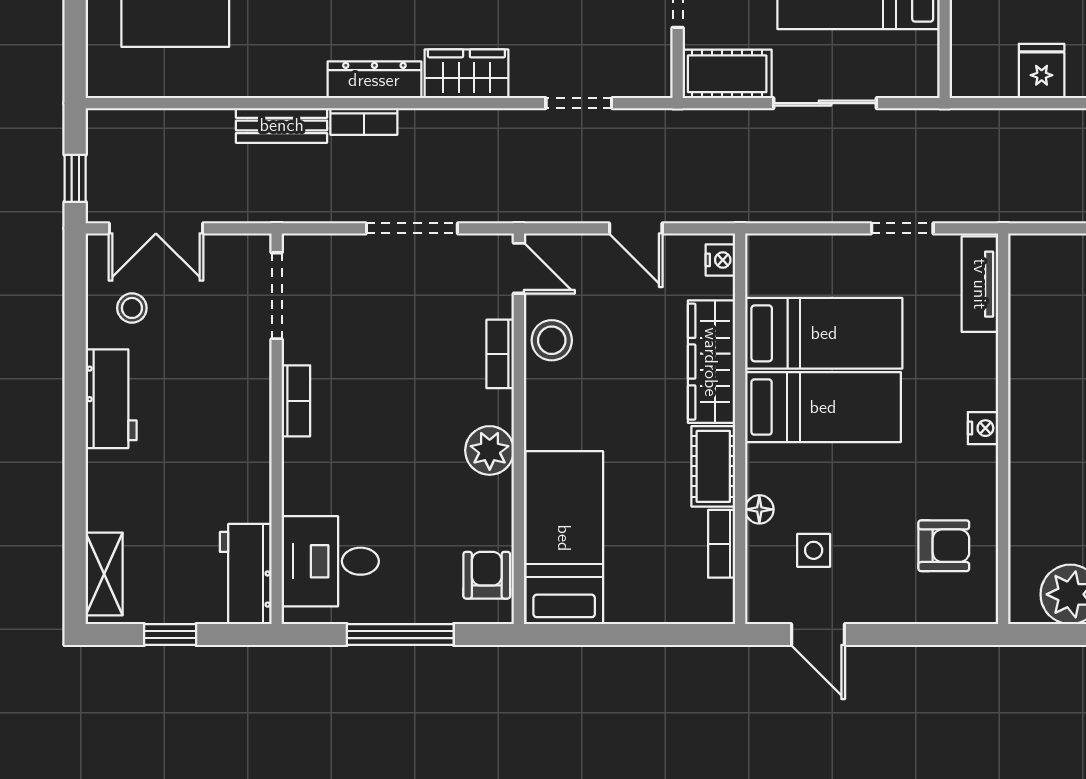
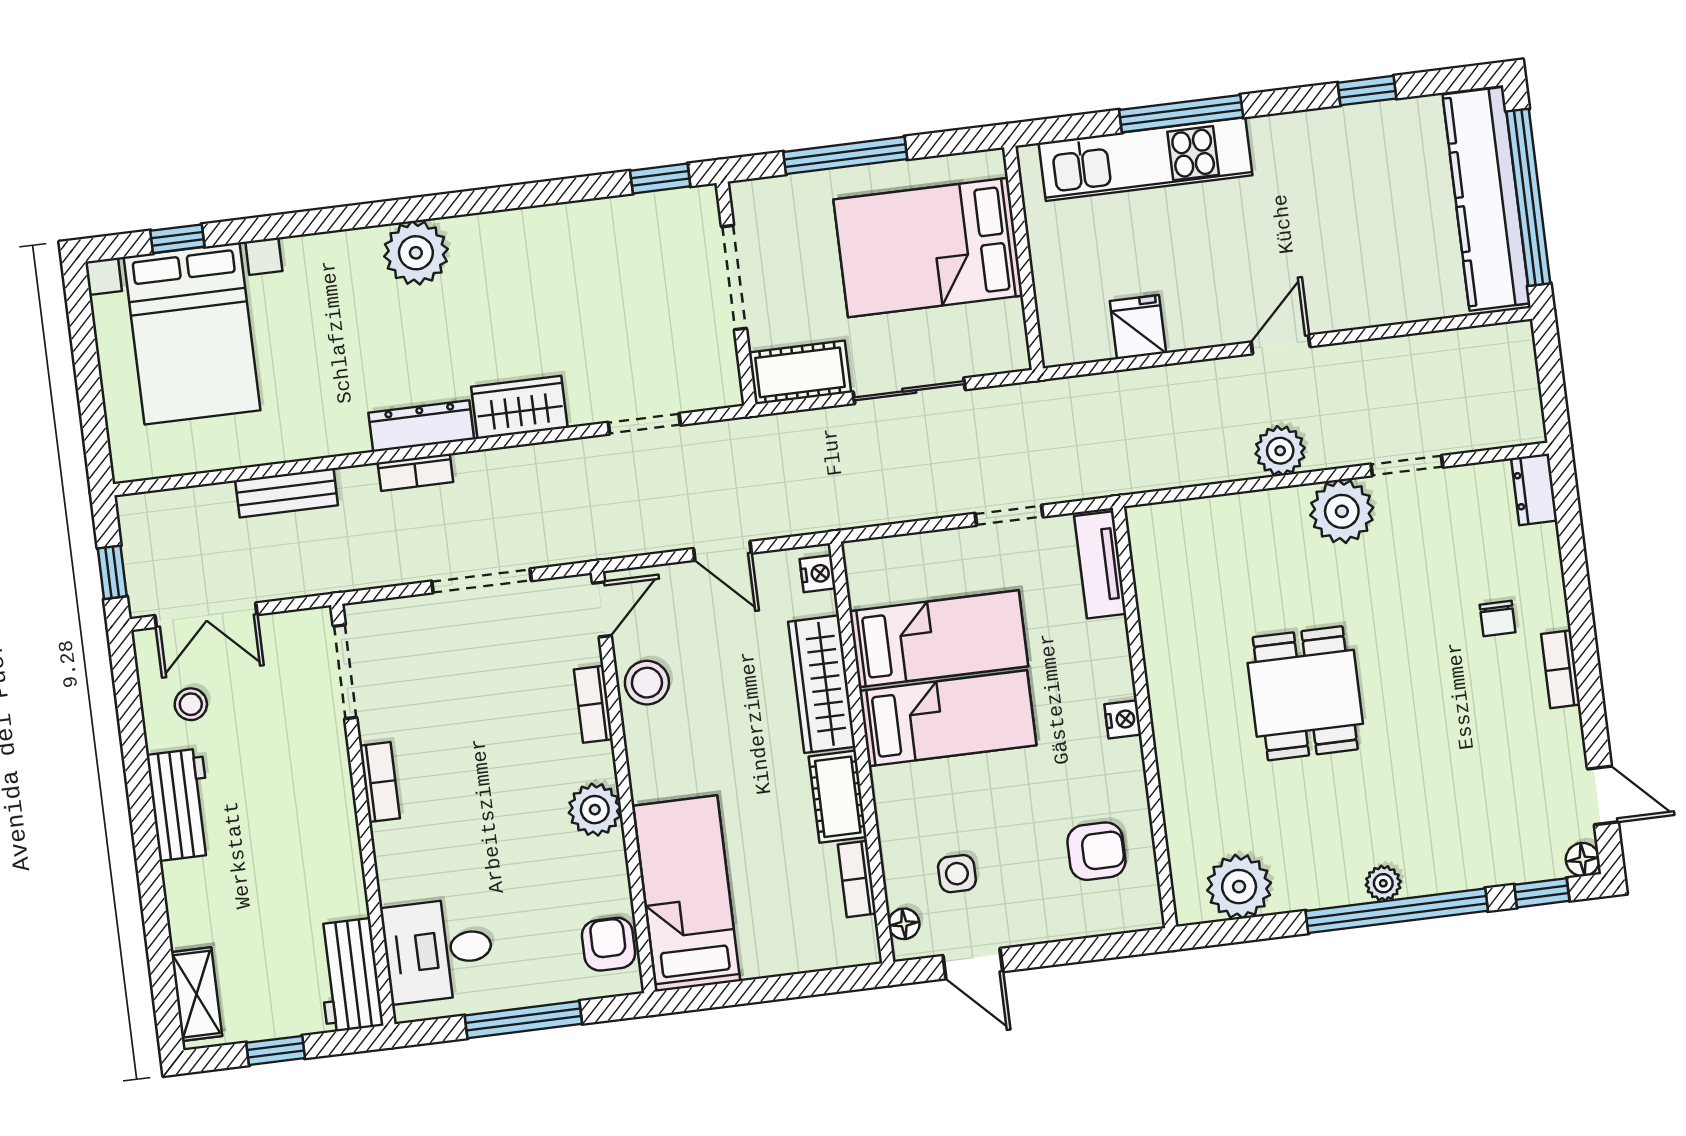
bench: (282, 125) -> (287, 493), moved
door: (519, 268) -> (602, 609), hinge flipped
floor lamp: (759, 509) -> (904, 924), moved

